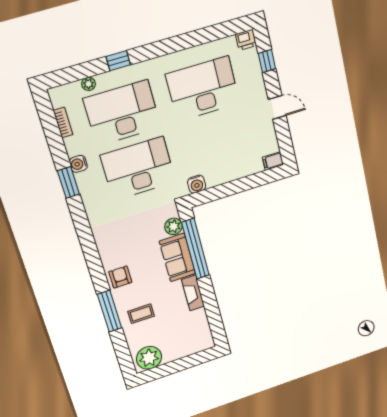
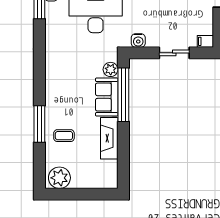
sliding door: (241, 185) -> (174, 53), added
armchair: (120, 277) -> (56, 98), removed
fireplace: (193, 293) -> (109, 138), width x1.37, depth x1.32

